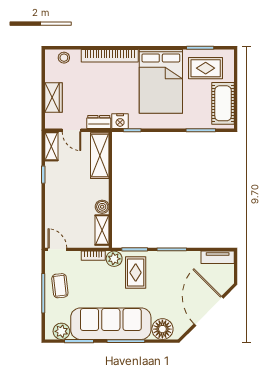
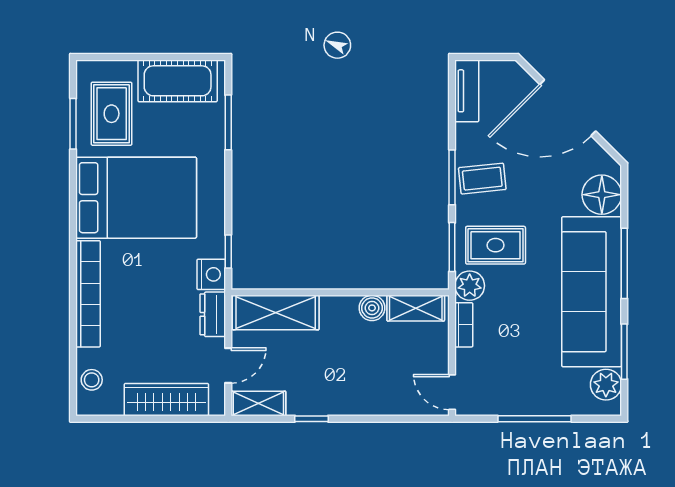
wardrobe: (53, 97) -> (166, 400), width x1.50
door: (57, 249) -> (452, 392), hinge flipped
coffee table: (60, 286) -> (482, 179), moved

